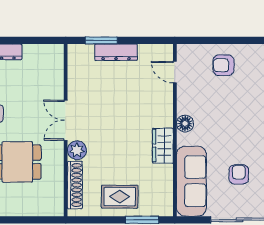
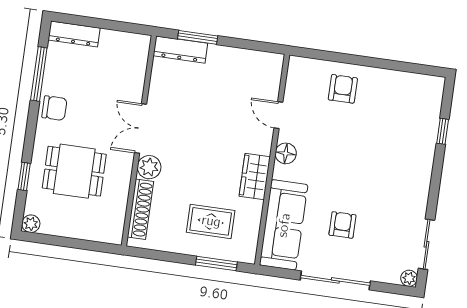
dresser: (116, 52) -> (180, 50), moved
armchair: (224, 65) -> (343, 89), turned 90
door: (175, 72) -> (278, 115), moved
rug: (120, 197) -> (211, 221), moved

